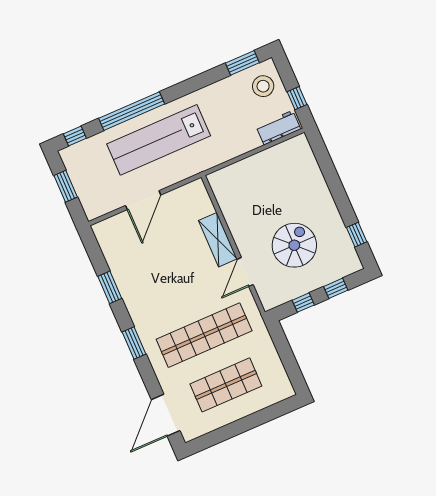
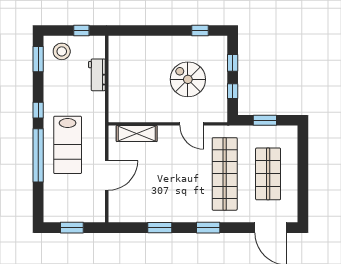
workbench: (278, 128) -> (97, 75), moved
window: (75, 136) -> (38, 110), moved
lab bench: (159, 140) -> (68, 145), width x0.73
door: (143, 200) -> (107, 175), hinge flipped
shelving: (218, 240) -> (137, 134), moved
window: (286, 354) -> (265, 120), added

